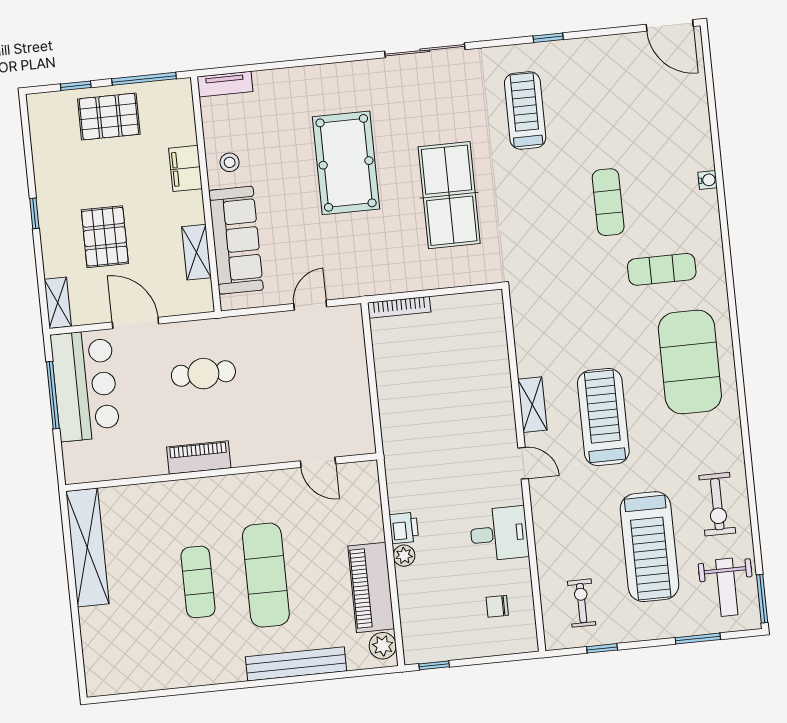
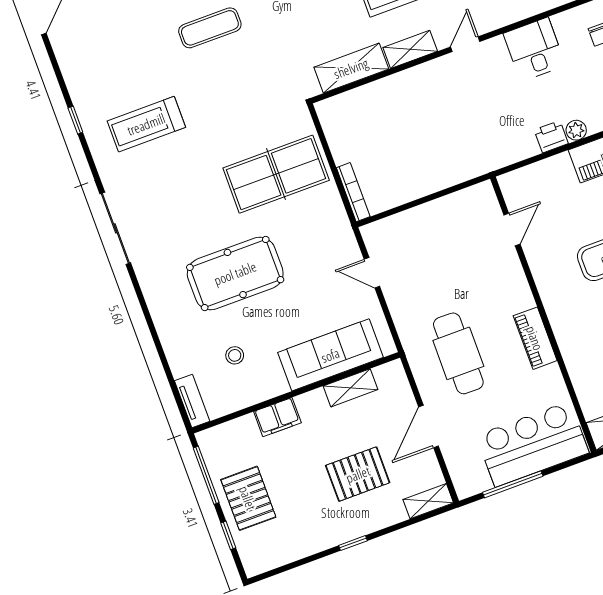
stool: (230, 162) -> (235, 355), moved
table tennis table: (449, 195) -> (276, 174), moved
shelving: (529, 338) -> (351, 68), added
cafe table: (203, 374) -> (458, 353), width x1.37, depth x1.35
bar counter: (85, 385) -> (533, 444), moved

